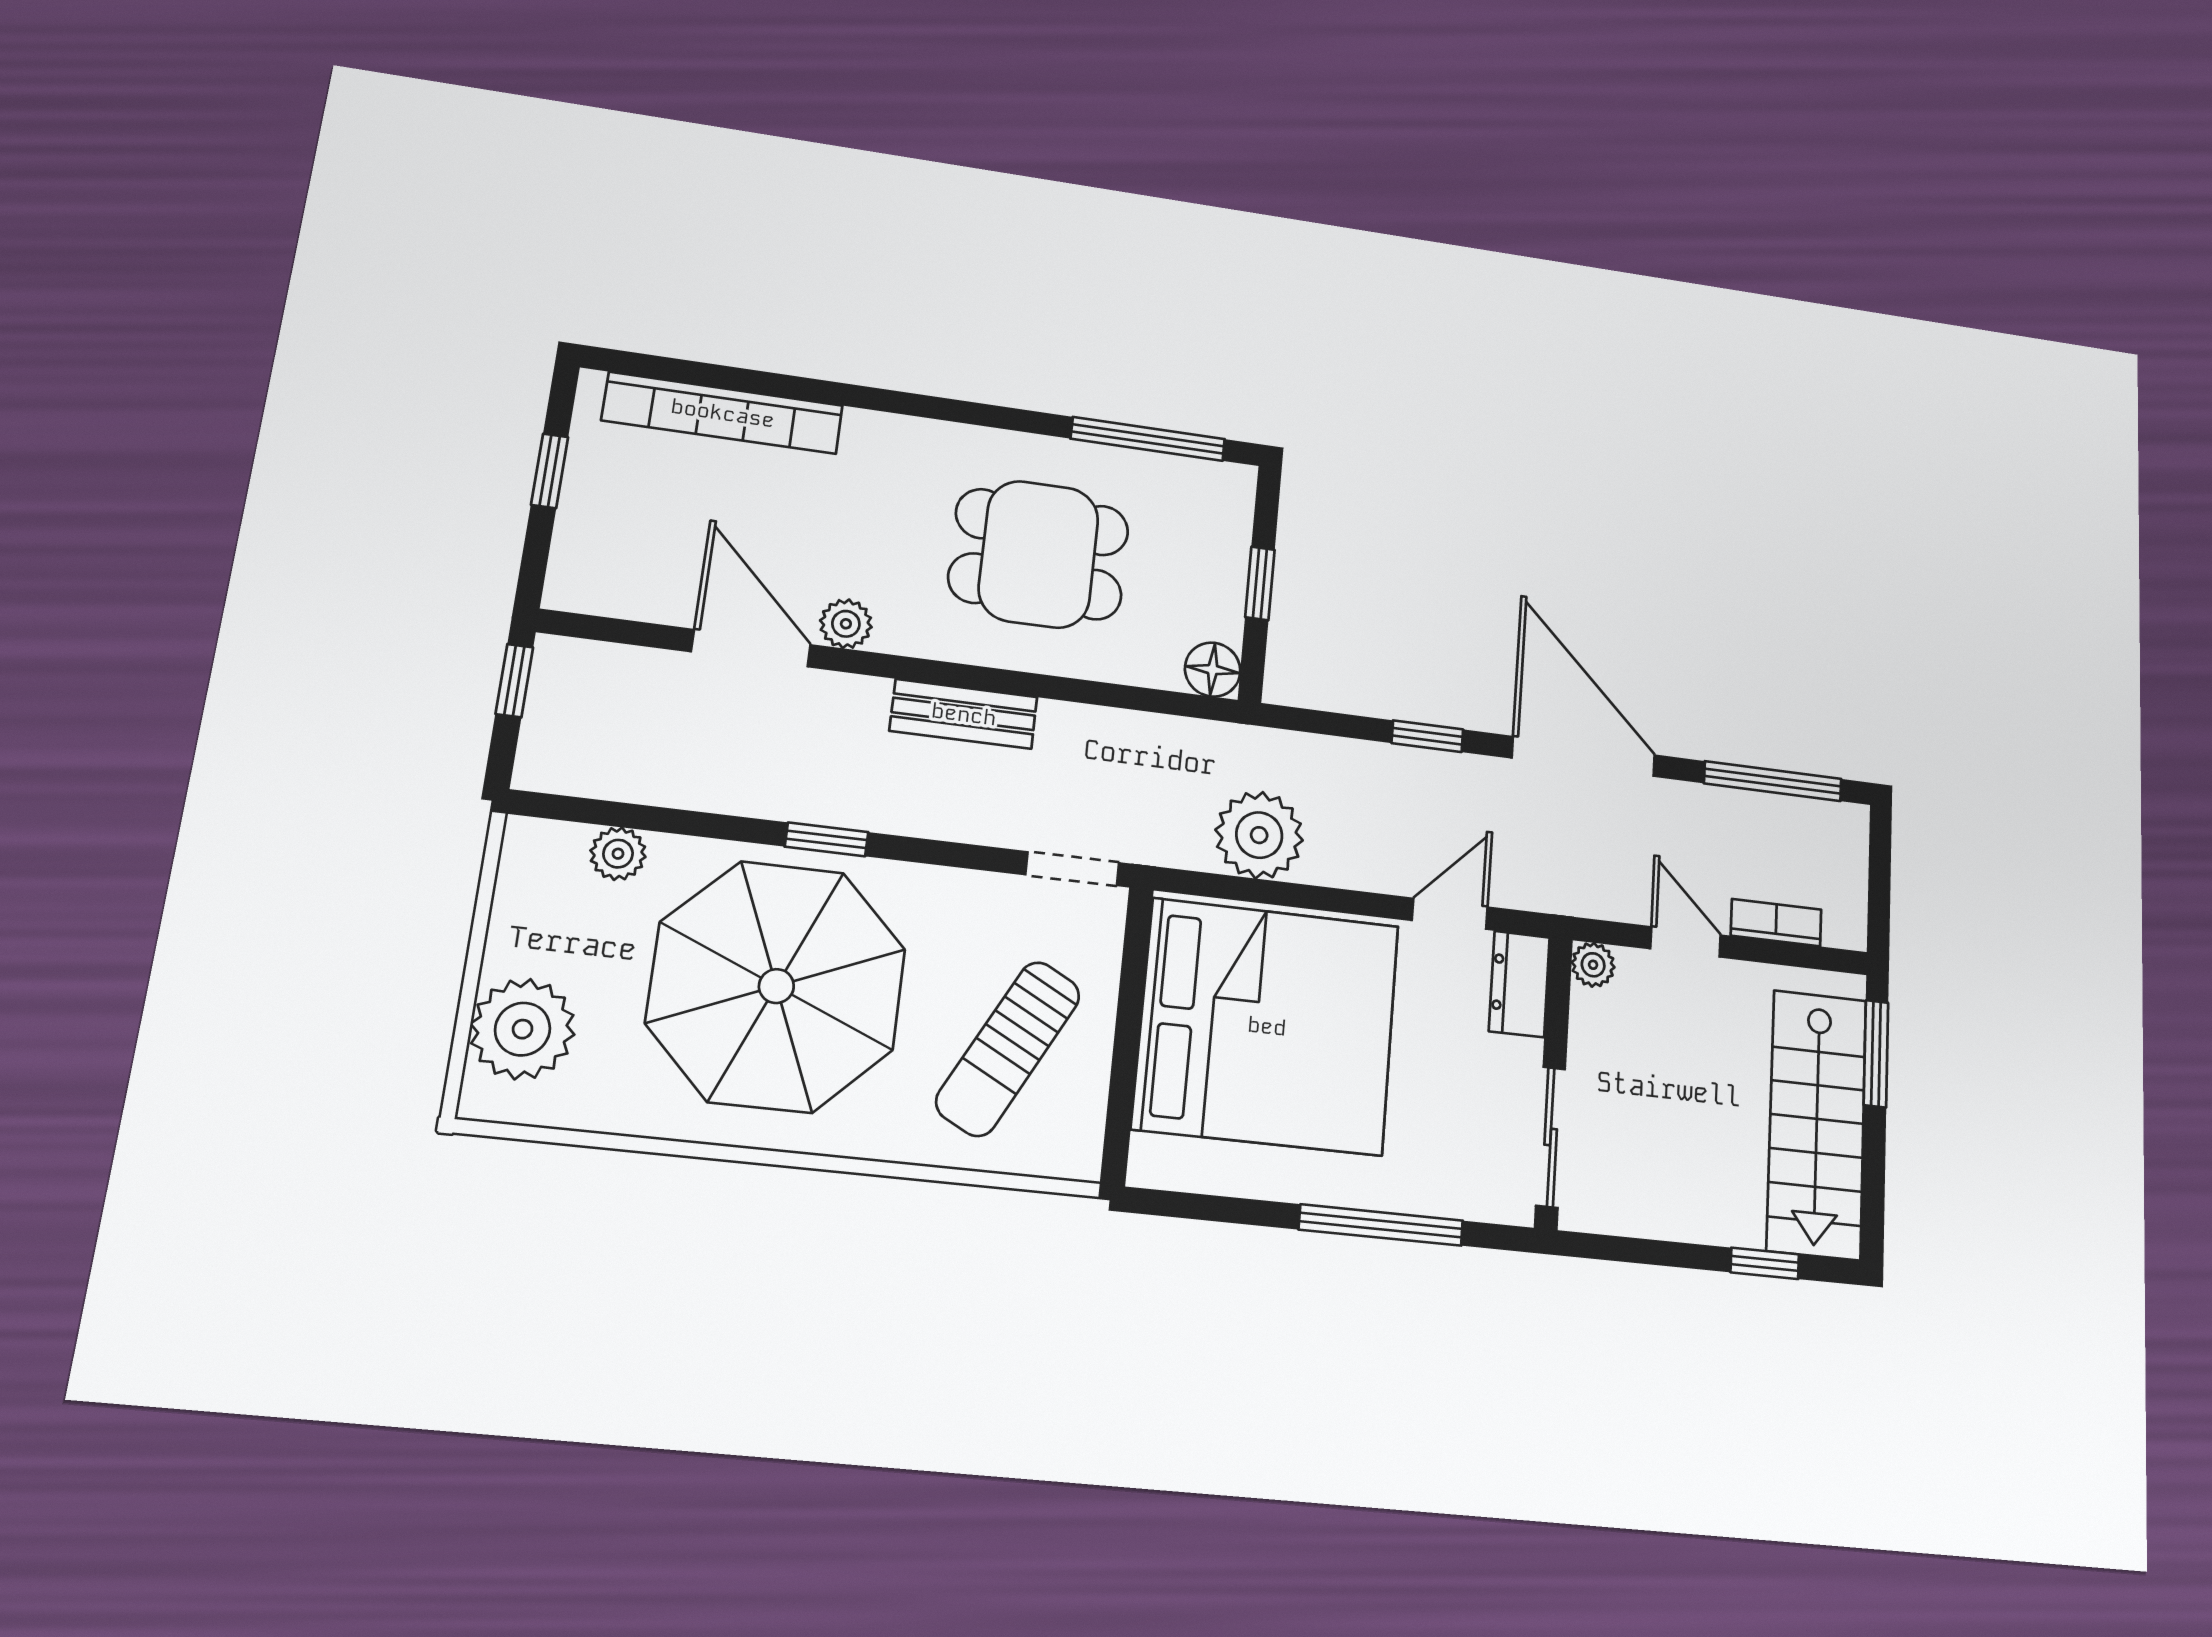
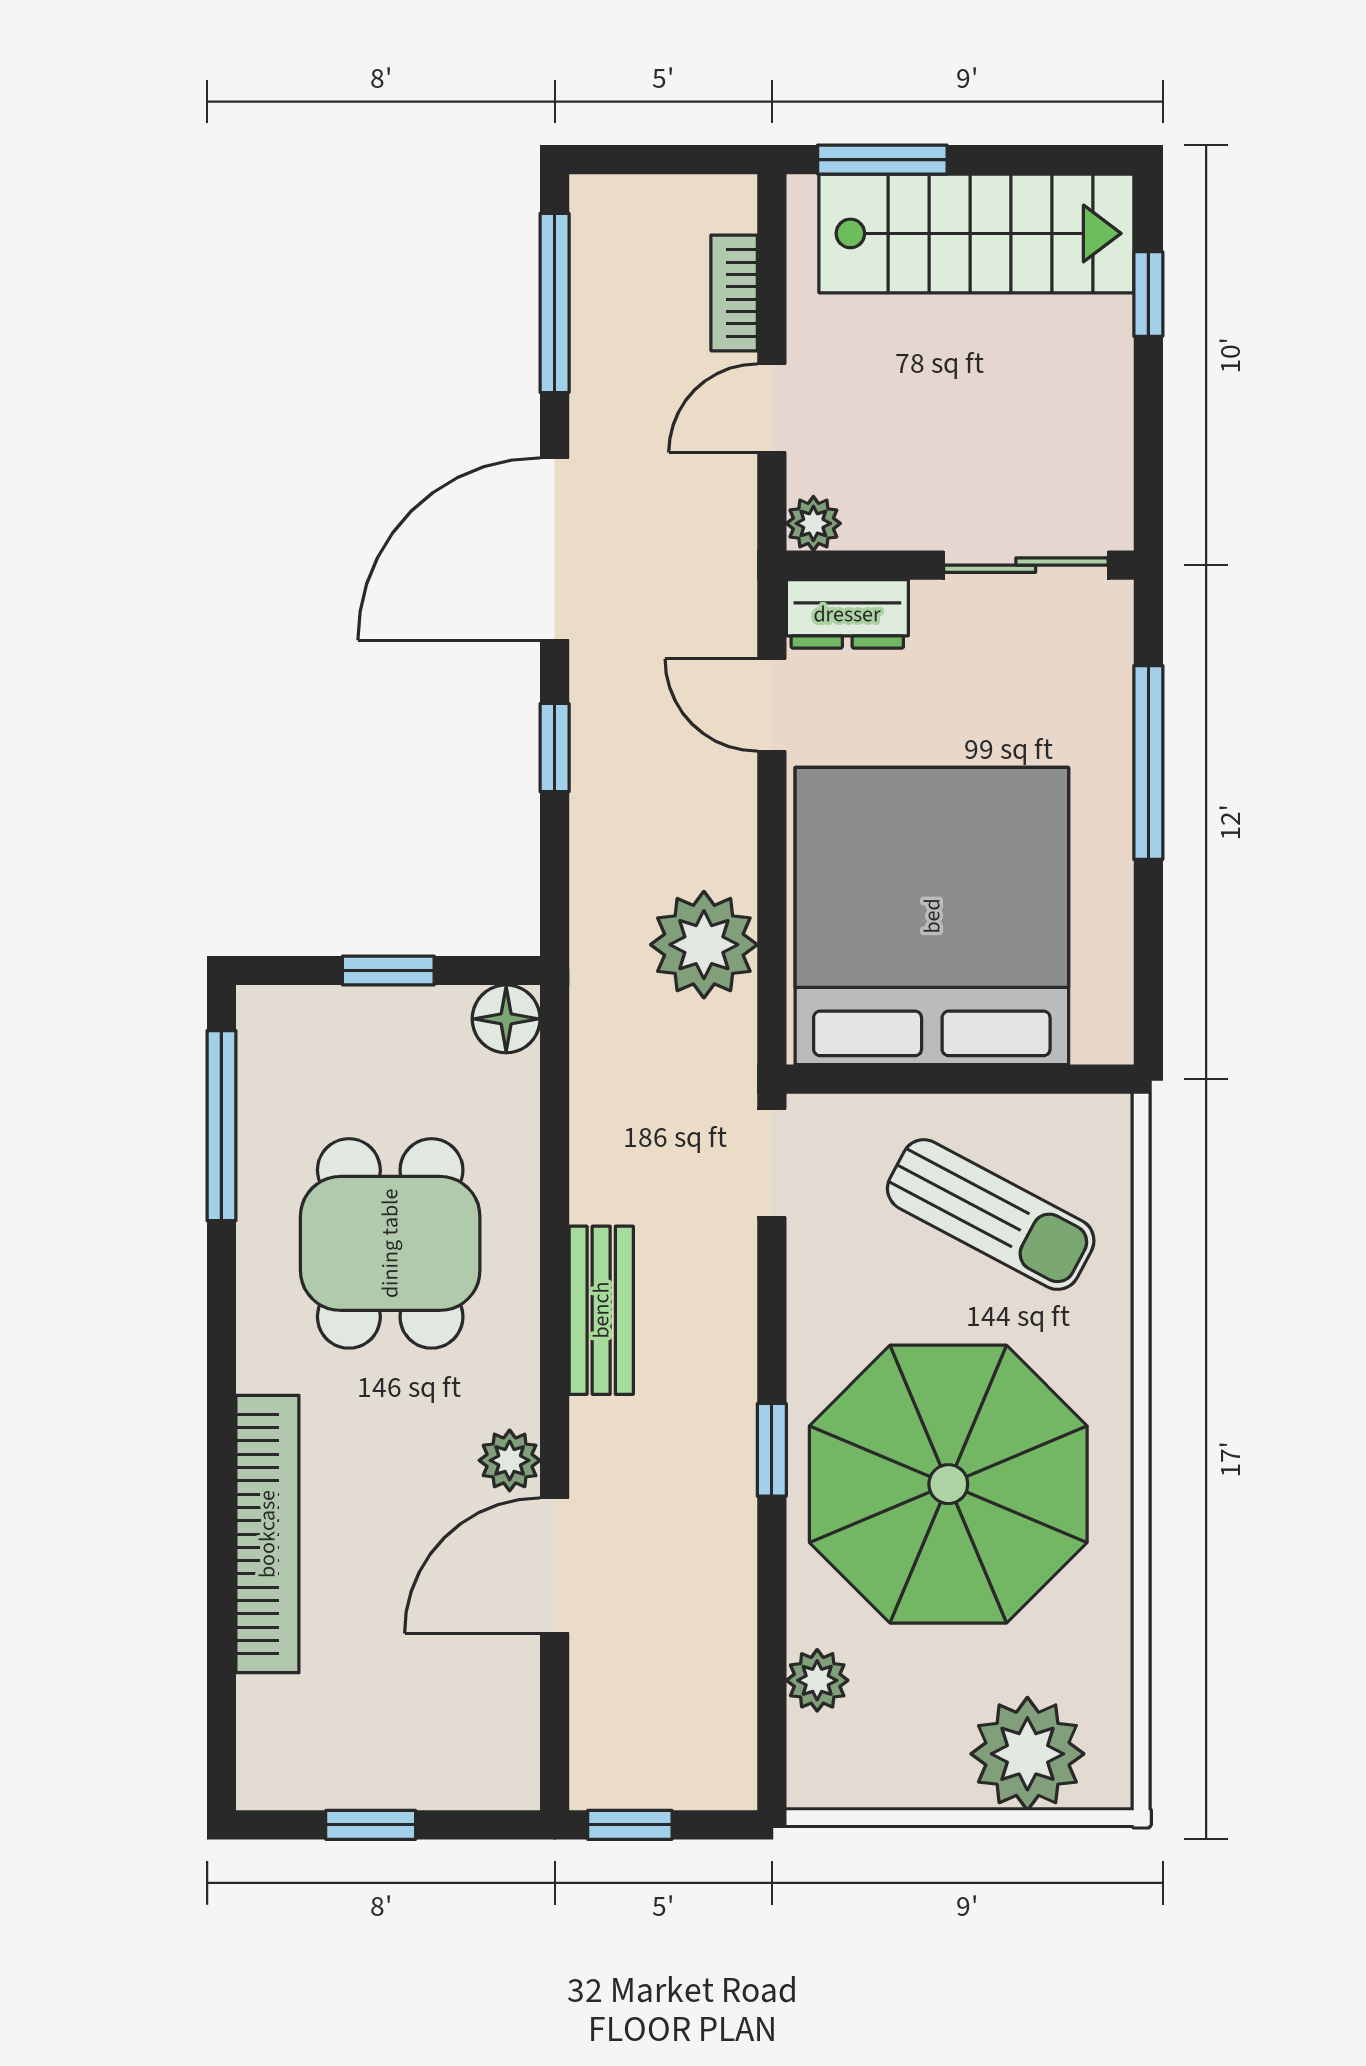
bookcase: (723, 413) -> (267, 1534), moved

